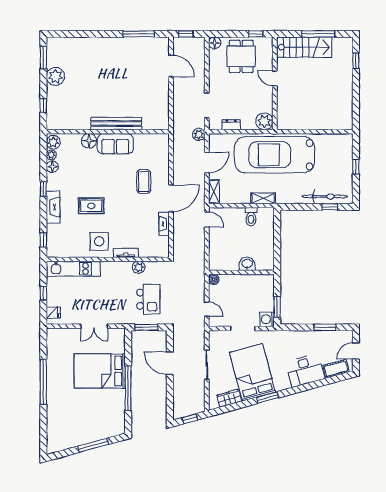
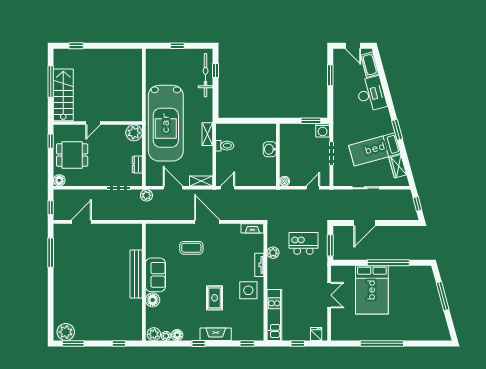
plant: (55, 76) -> (66, 332), moved
fireplace: (164, 224) -> (252, 228), moved
bed: (252, 372) -> (375, 149), width x0.67

